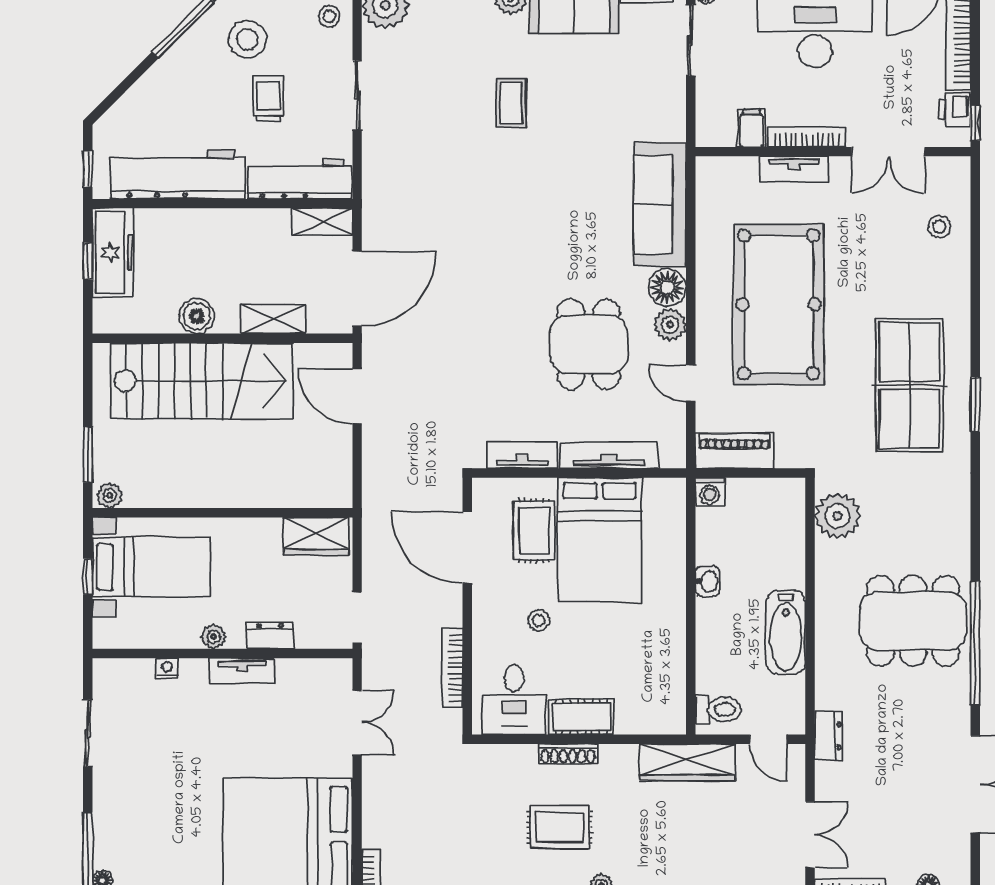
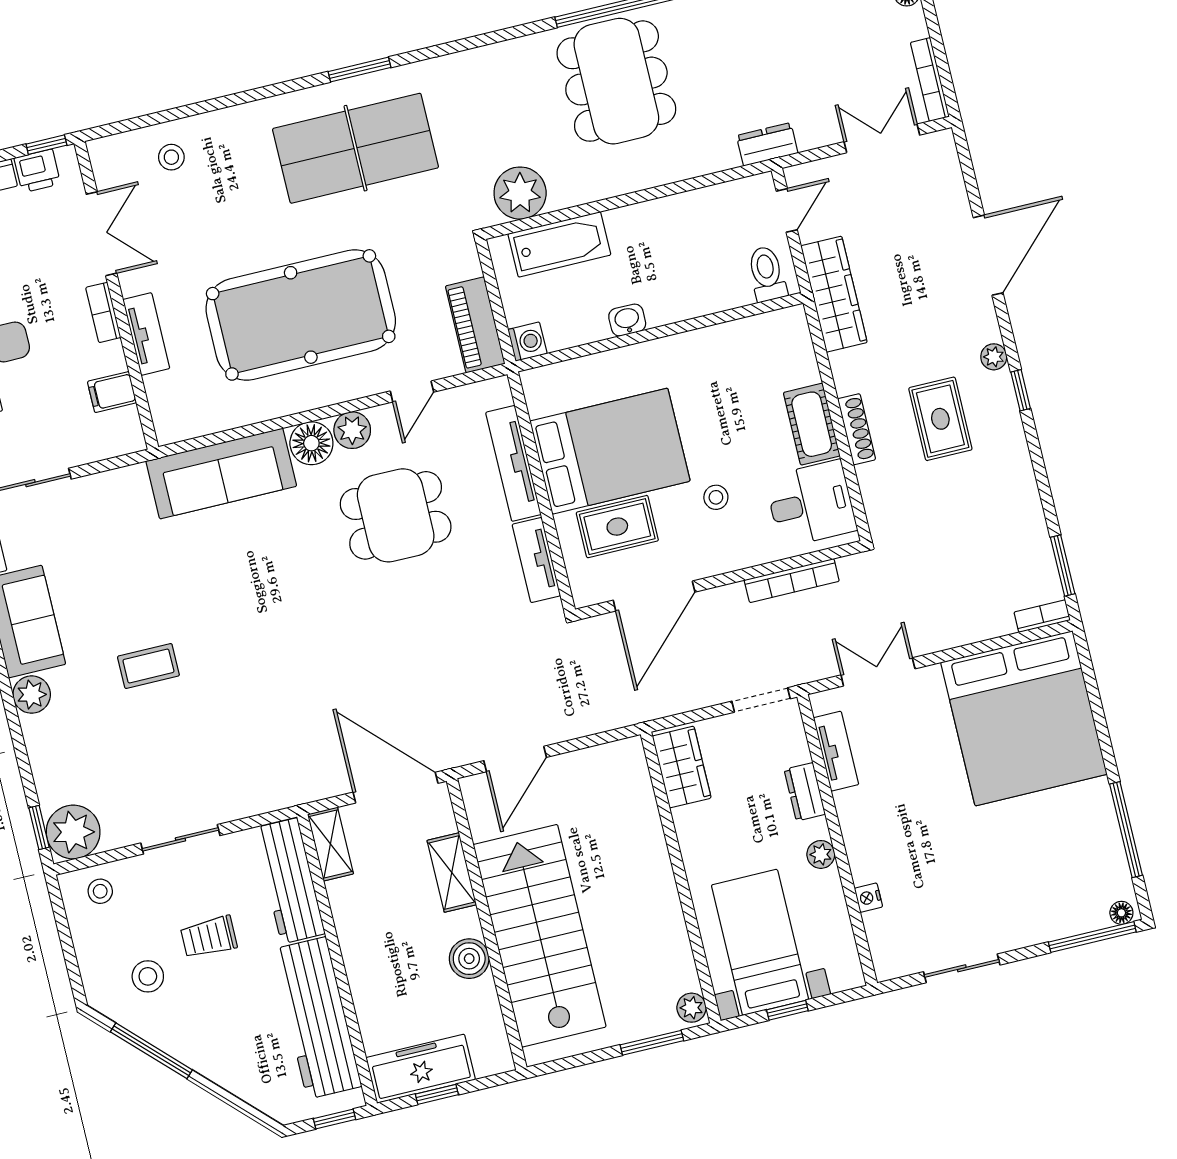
stool: (247, 39) -> (148, 976), width x0.73, depth x0.73
bookcase: (807, 137) -> (103, 312), width x0.64
bathtub: (786, 633) -> (559, 244), moved
tv unit: (242, 671) -> (836, 751), moved

